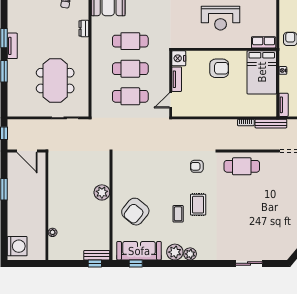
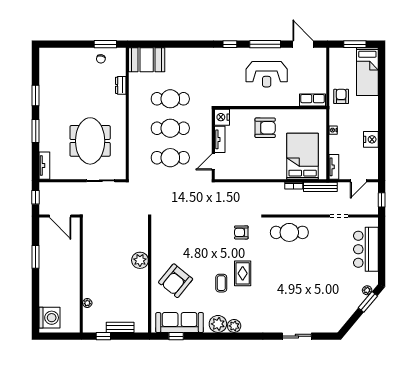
tv unit: (12, 46) -> (44, 166), moved
bed: (262, 72) -> (303, 156), moved, turned 180
bench: (97, 255) -> (120, 327), moved
window: (95, 263) -> (103, 336), moved

